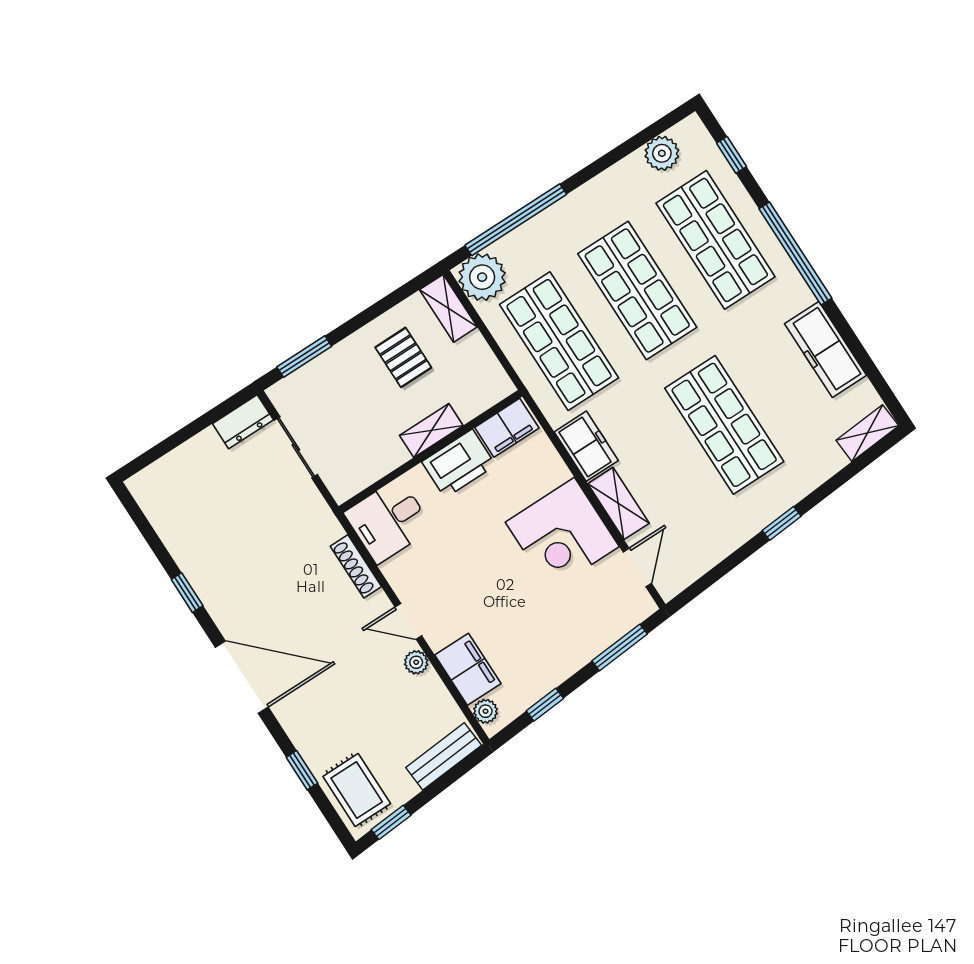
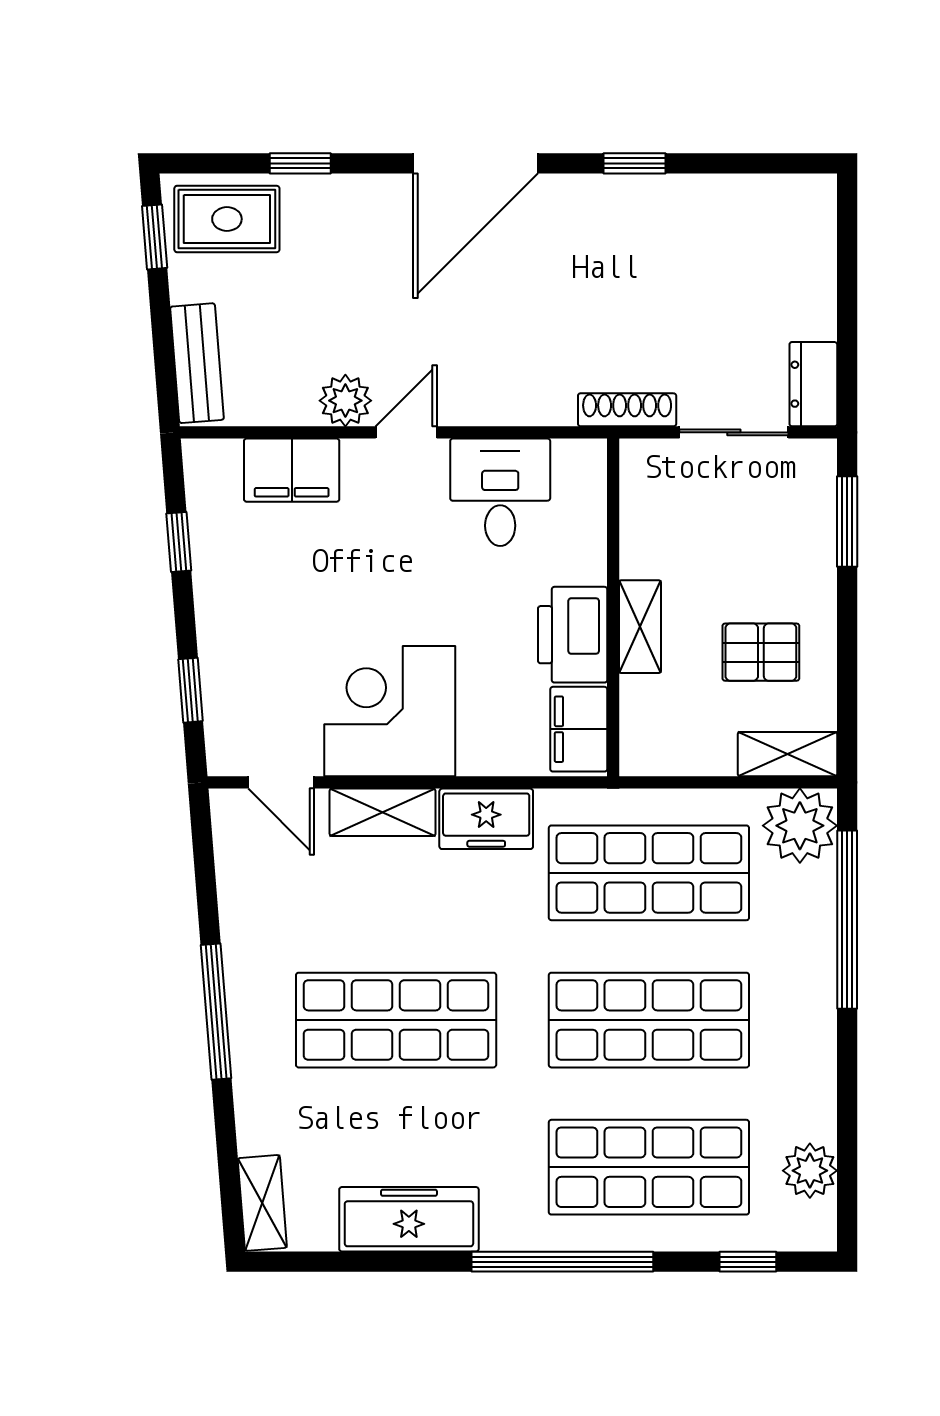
desk: (388, 521) -> (500, 492), moved
window: (782, 523) -> (216, 1012), width x2.17
shoe rack: (356, 566) -> (627, 410), moved
window: (620, 647) -> (190, 690), width x0.67
plant: (416, 662) -> (345, 401), width x1.38, depth x1.38
plant: (486, 711) -> (221, 458), removed

